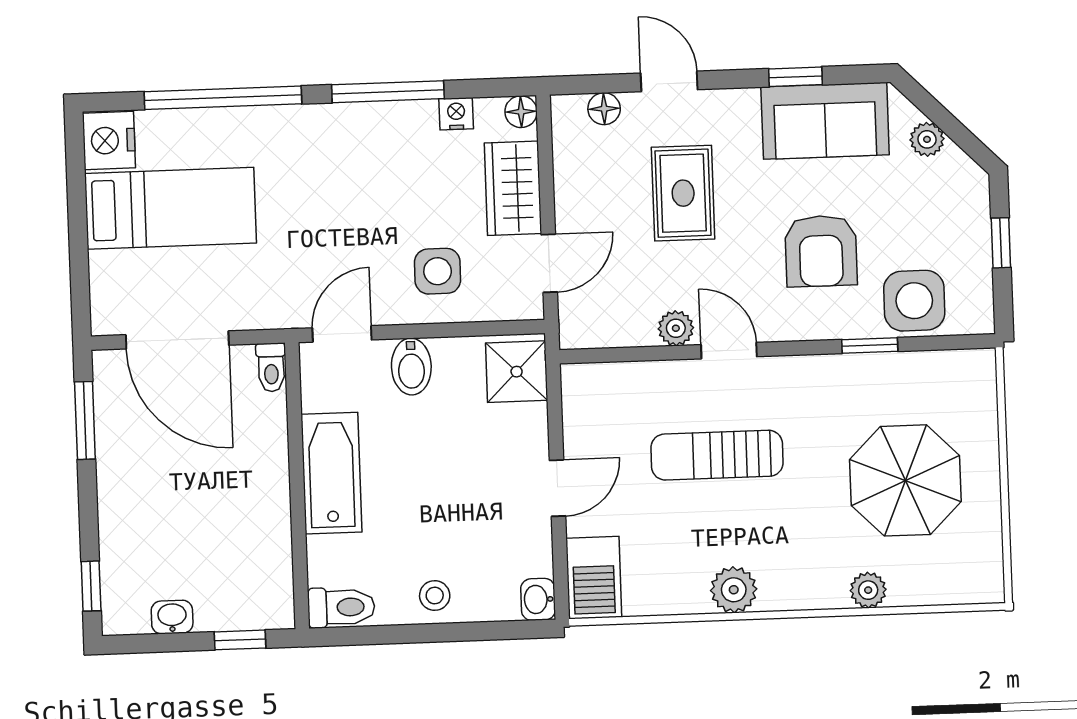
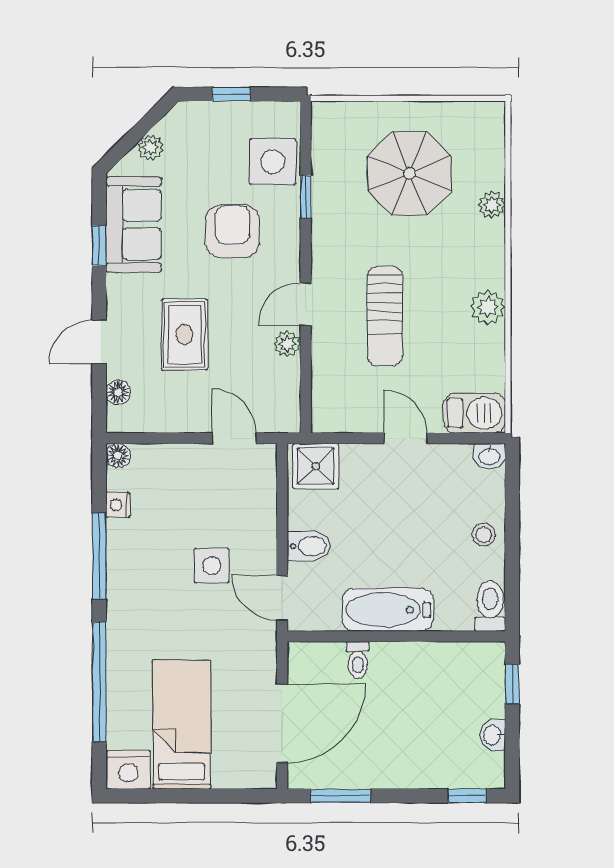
wardrobe: (513, 188) -> (176, 464), removed
rug: (683, 193) -> (185, 335), turned 90
armchair: (821, 251) -> (232, 231), turned -90
side table: (438, 271) -> (212, 566), moved
toilet: (271, 367) -> (358, 660), moved, turned 90

